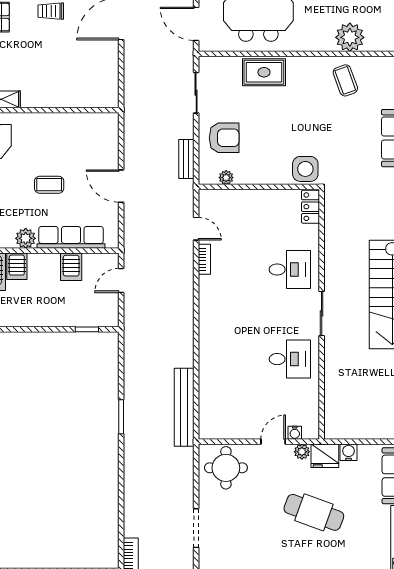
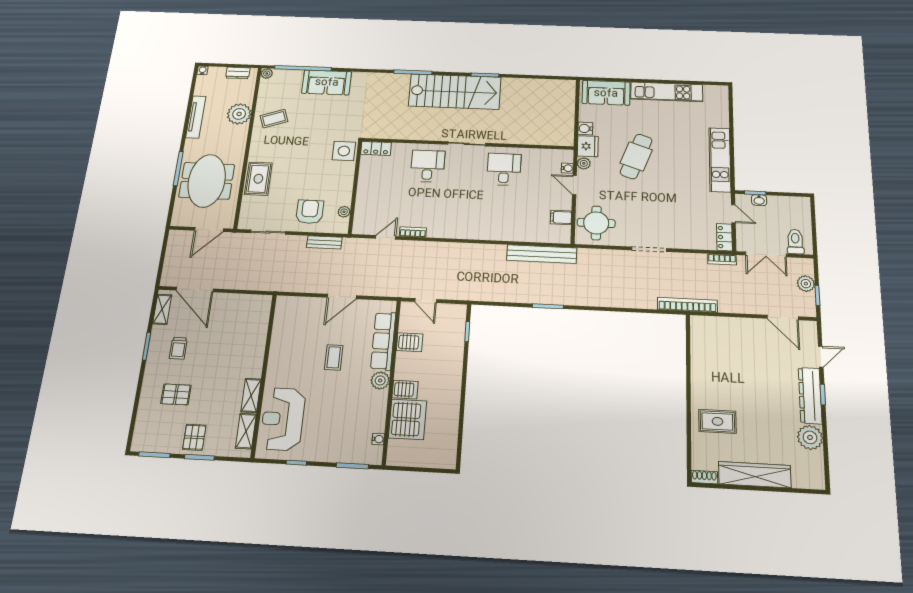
filing cabinet: (231, 428) -> (561, 217), added

